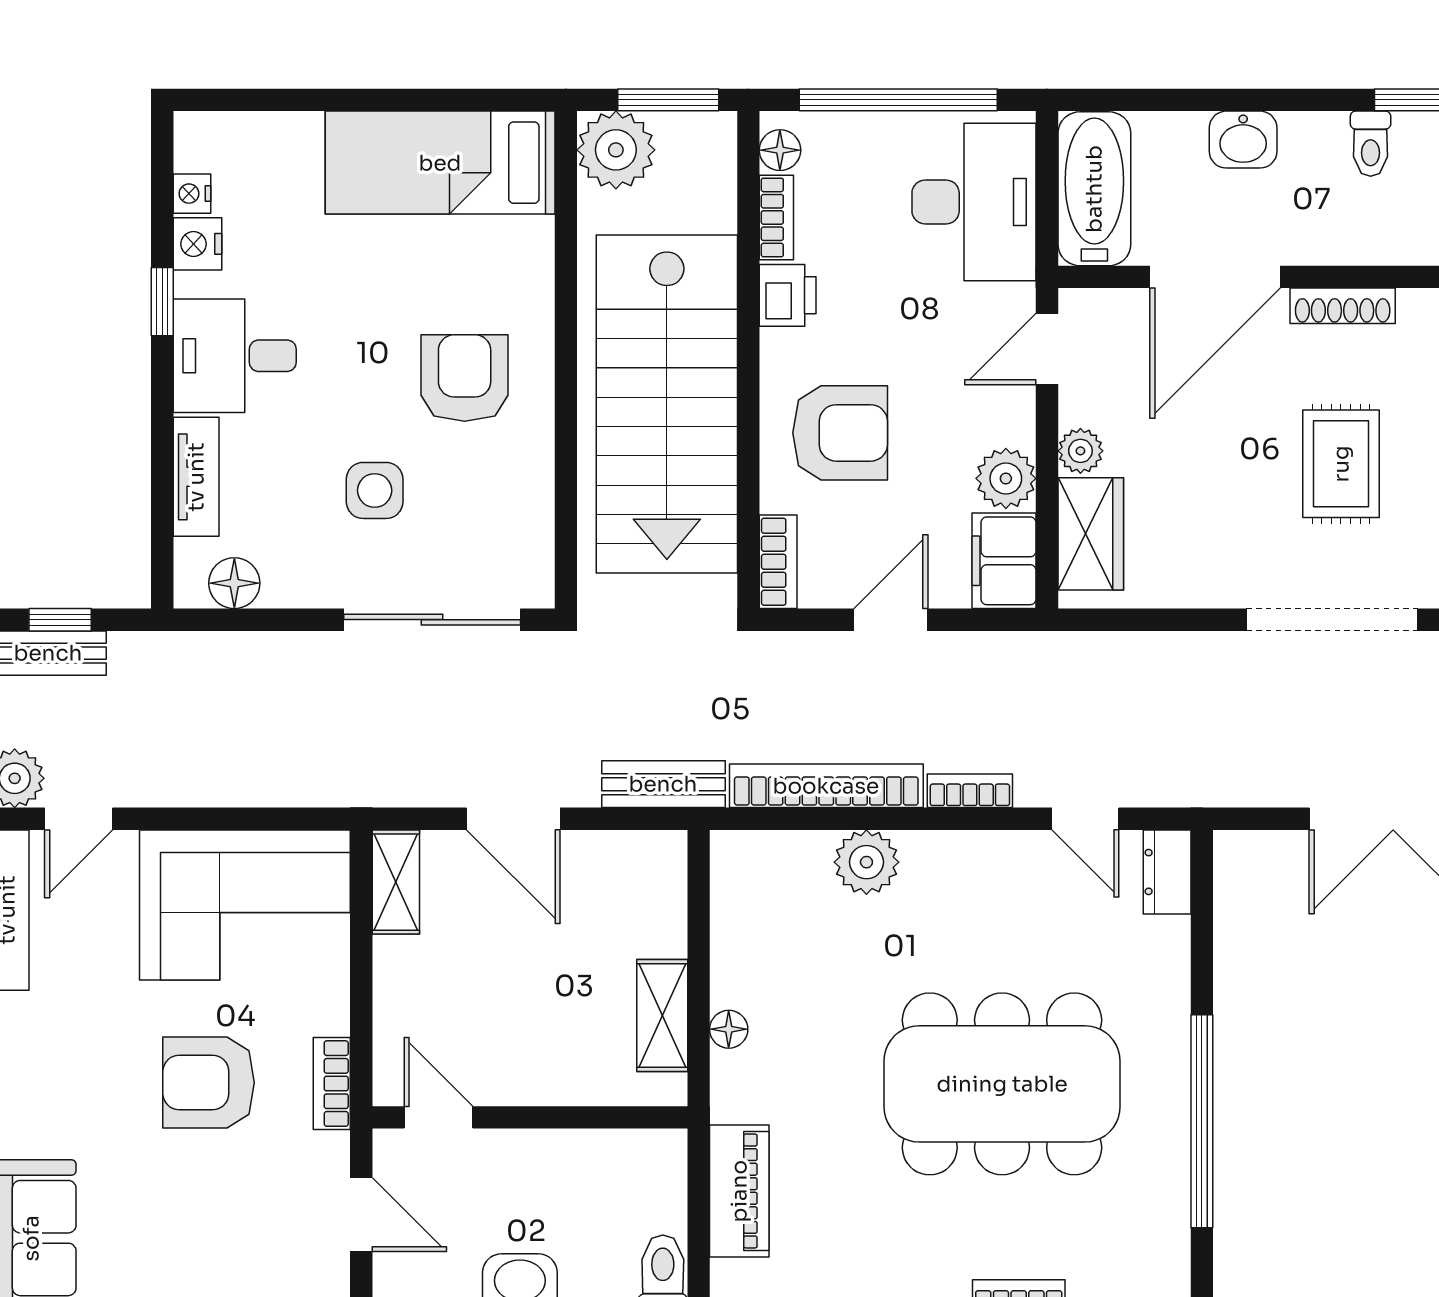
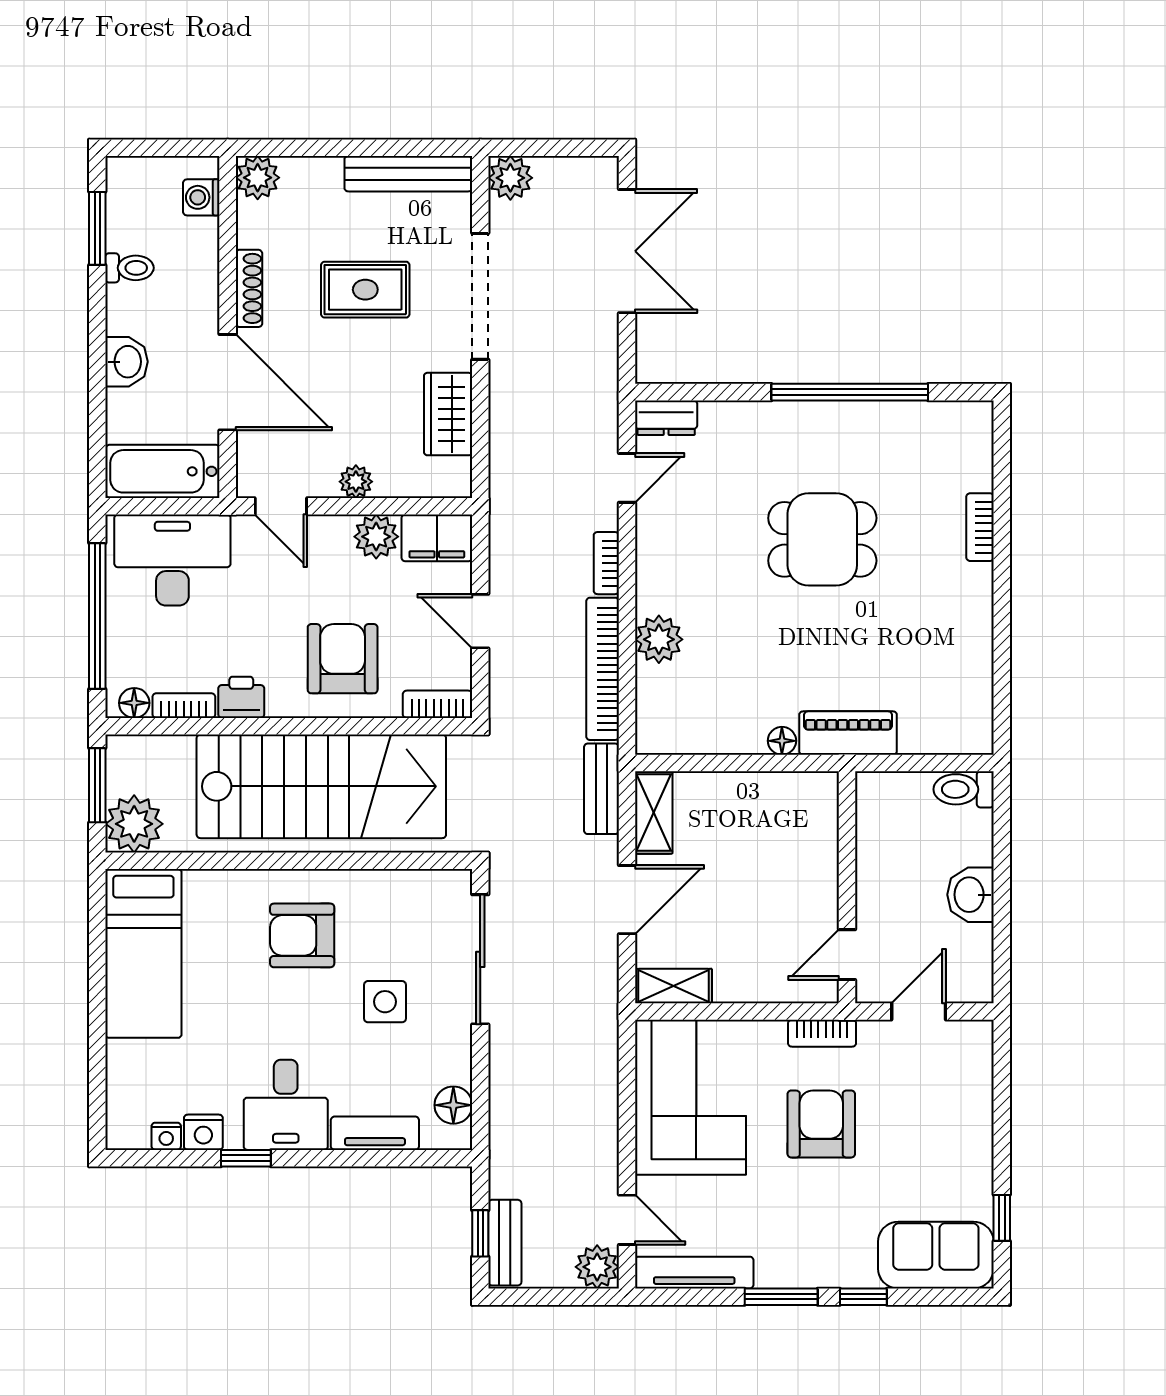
wardrobe: (1091, 534) -> (448, 414), moved, turned -90
shelving: (662, 1016) -> (654, 813), moved, turned 90
armchair: (209, 1083) -> (821, 1124), turned 180
dining table: (1002, 1084) -> (822, 539), width x0.53, depth x0.80
piano: (739, 1191) -> (848, 733), moved

